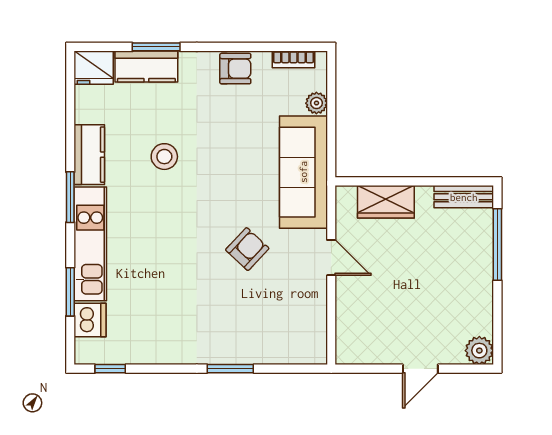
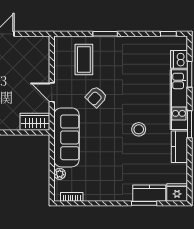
armchair: (235, 69) -> (102, 192), removed
stool: (164, 157) -> (139, 129), moved
wardrobe: (386, 202) -> (35, 122), moved
coffee table: (271, 320) -> (84, 59), added

